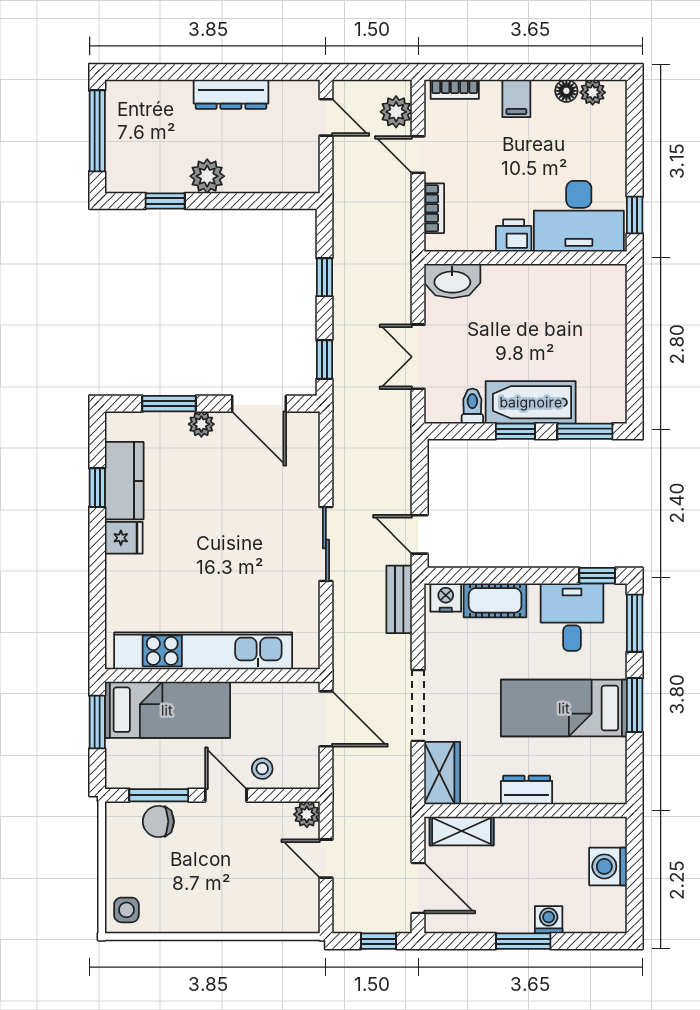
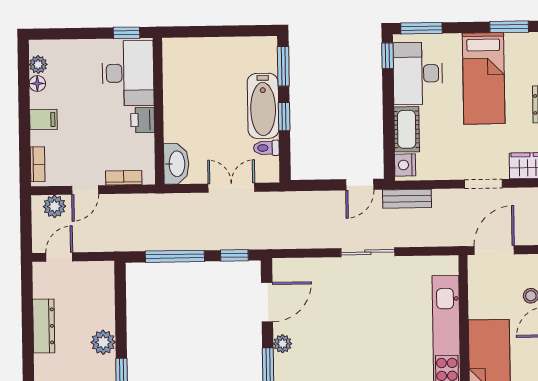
window: (324, 277) -> (175, 256), width x2.17
double door: (418, 357) -> (231, 188), swing flipped
desk: (572, 617) -> (418, 73), width x1.37
window: (635, 705) -> (509, 27), moved
doorway: (418, 706) -> (484, 184), width x0.73

